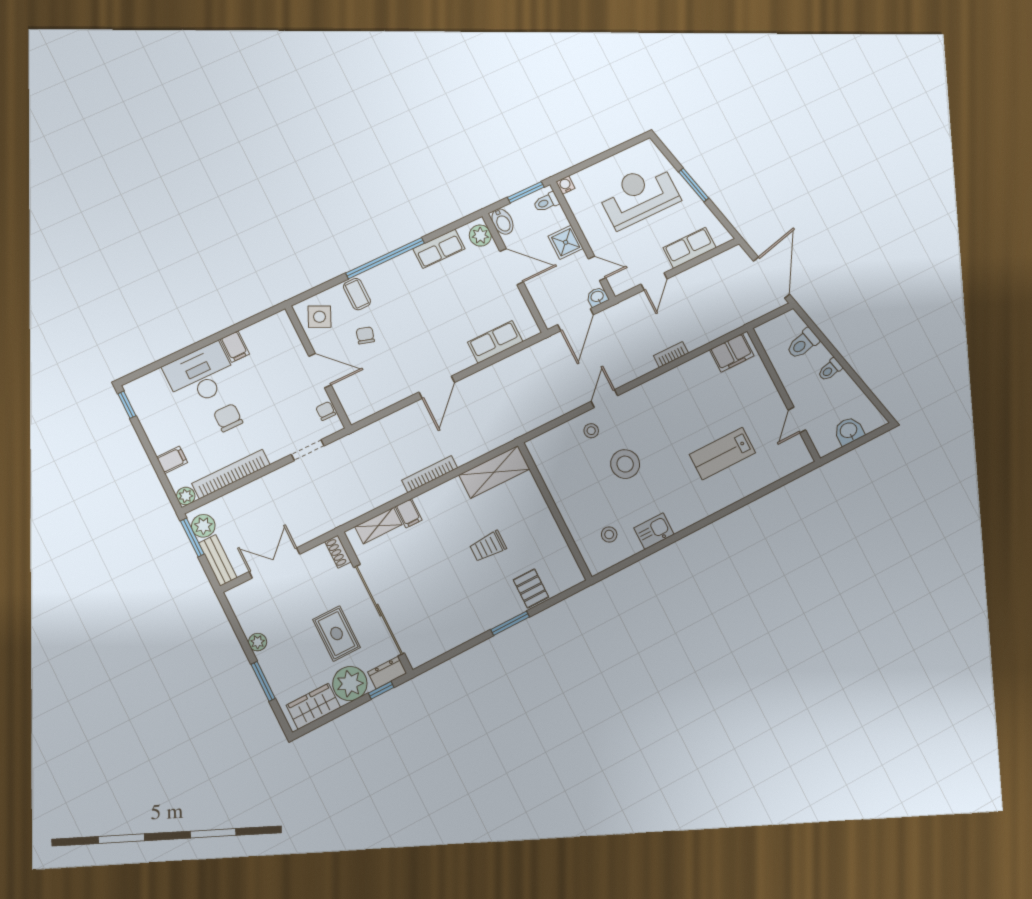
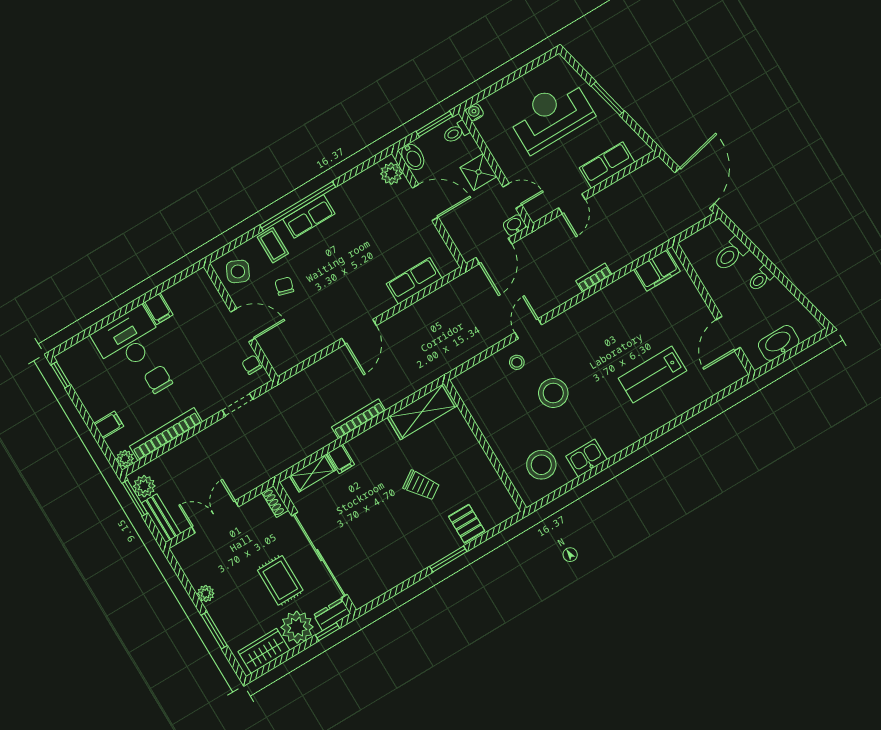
row of seats: (439, 249) -> (309, 216), moved
door: (797, 420) -> (728, 334), width x1.38
washbasin: (849, 431) -> (779, 343), width x1.38
stool: (609, 534) -> (541, 465), width x1.89, depth x1.89
trolley: (488, 546) -> (421, 485), turned -124

